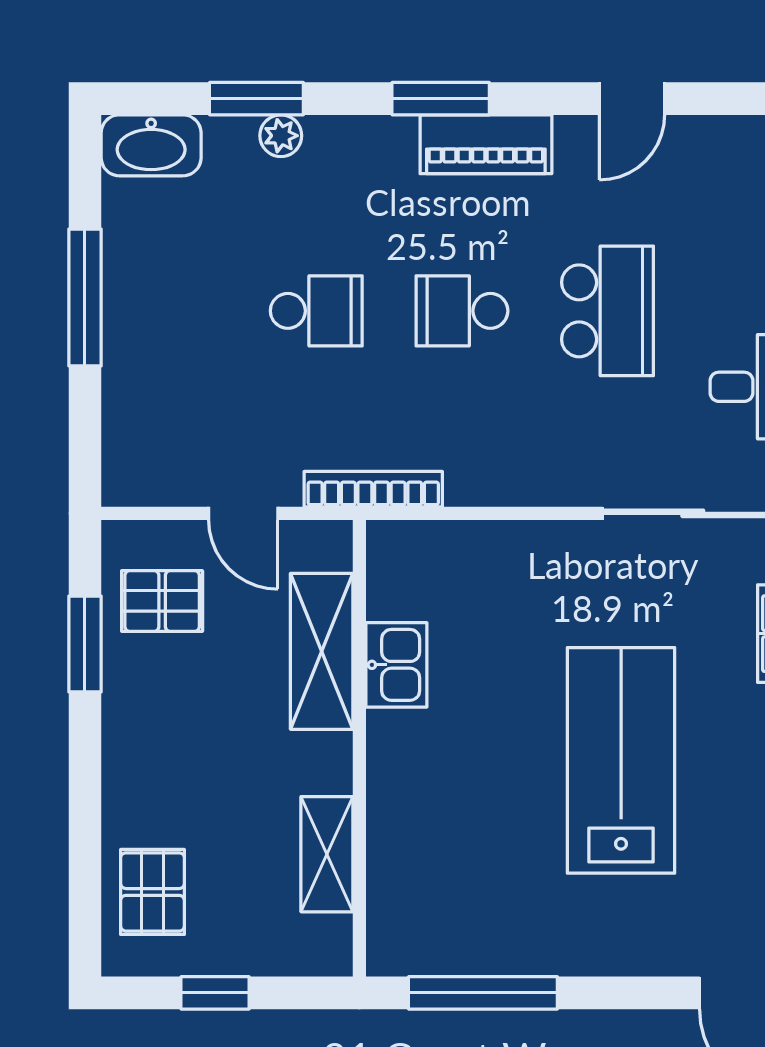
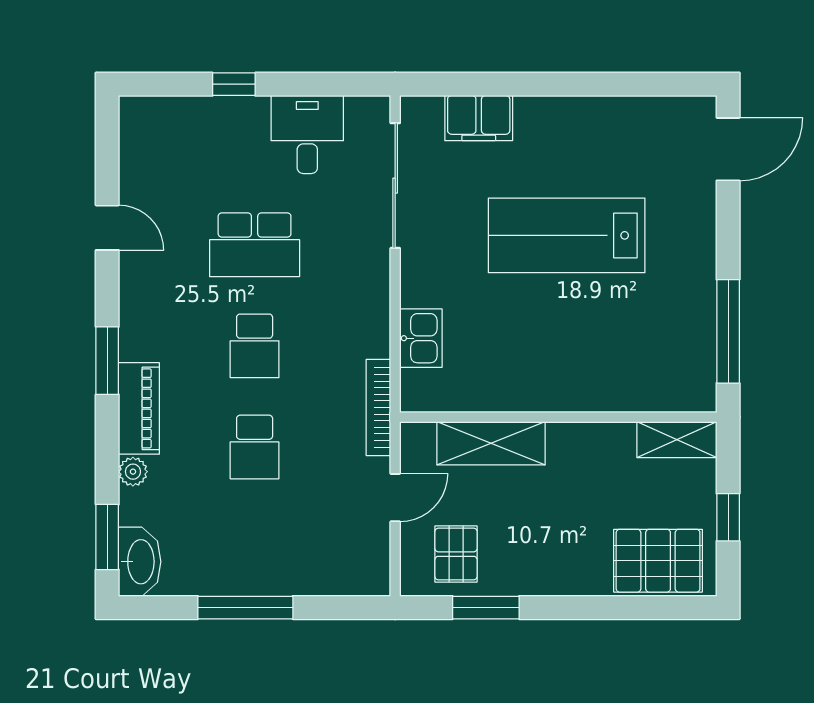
window: (256, 99) -> (107, 537), moved
piano: (486, 144) -> (139, 408), moved
school desk: (316, 311) -> (255, 447), turned 180
school desk: (608, 311) -> (255, 245), turned 180
kitchen sink: (396, 665) -> (421, 338), moved, turned 90
shelving: (327, 854) -> (677, 440), moved
pallet: (153, 892) -> (658, 561), width x1.50, depth x1.42

